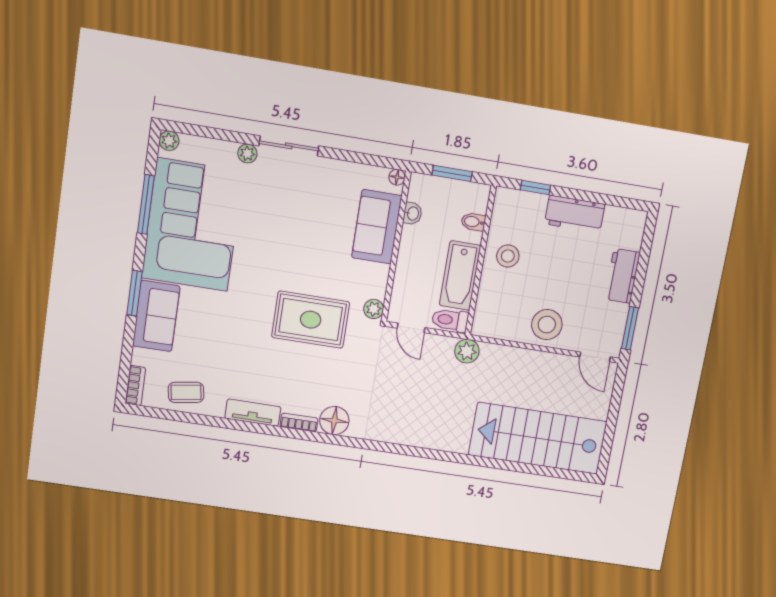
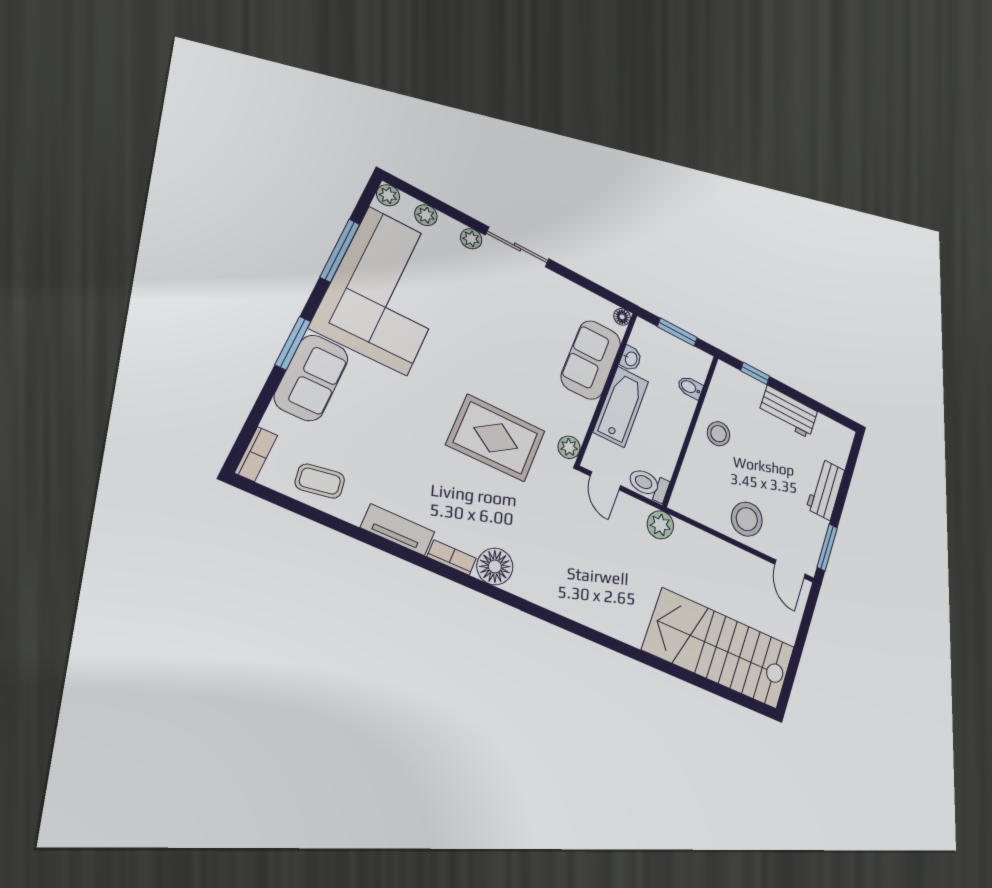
plant: (204, 147) -> (426, 215), added
bathtub: (460, 276) -> (621, 407), moved, turned 180

